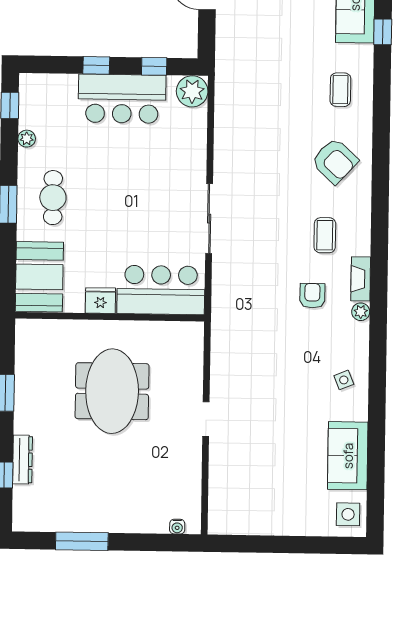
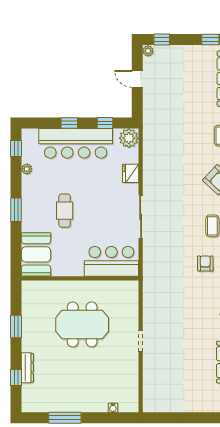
bar counter: (122, 99) -> (76, 143), width x1.36
cafe table: (53, 198) -> (65, 211), moved
fridge: (100, 301) -> (131, 173), moved, turned -90
meeting table: (112, 391) -> (82, 324), turned 90
water cooler: (177, 527) -> (113, 408), moved

